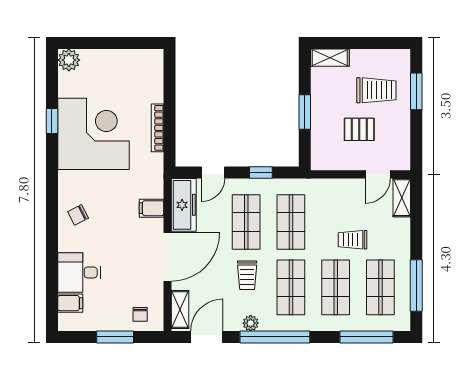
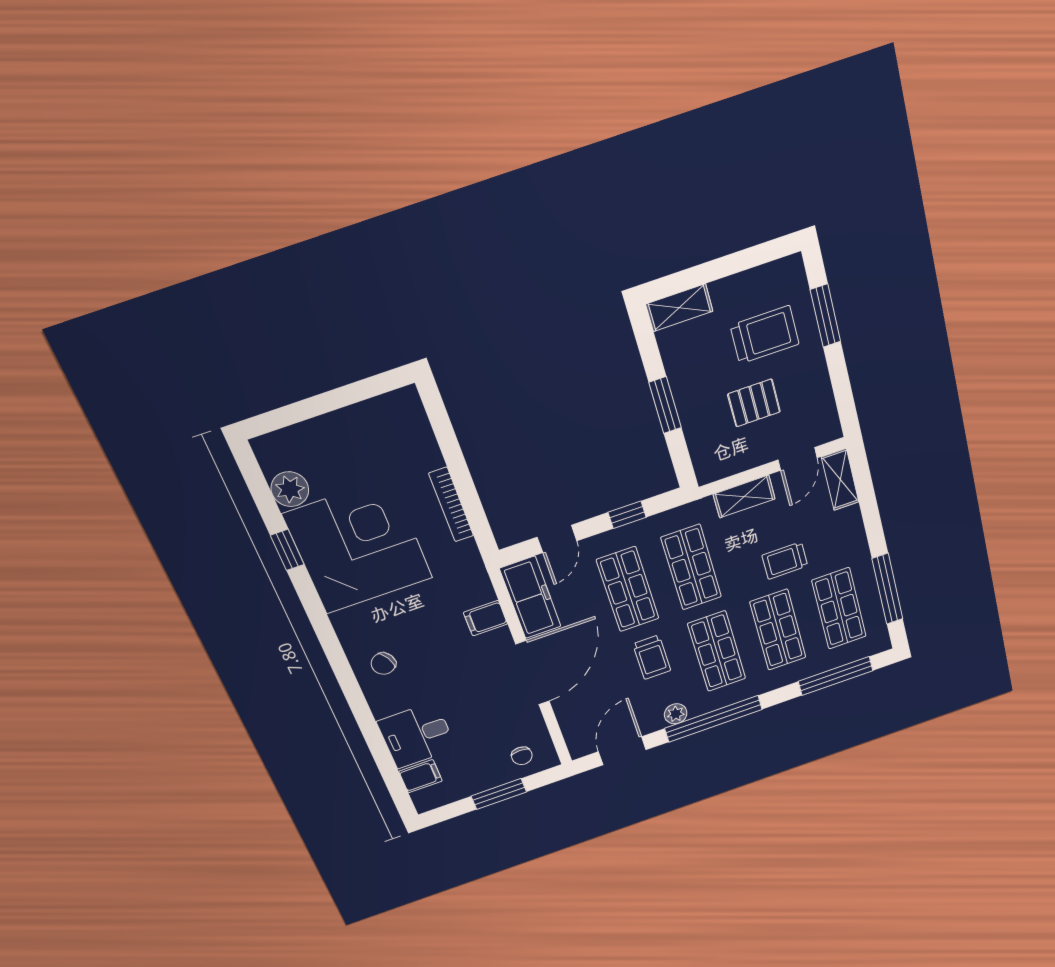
plant: (69, 60) -> (290, 489), moved
shelving: (180, 310) -> (744, 497), moved, turned 90

